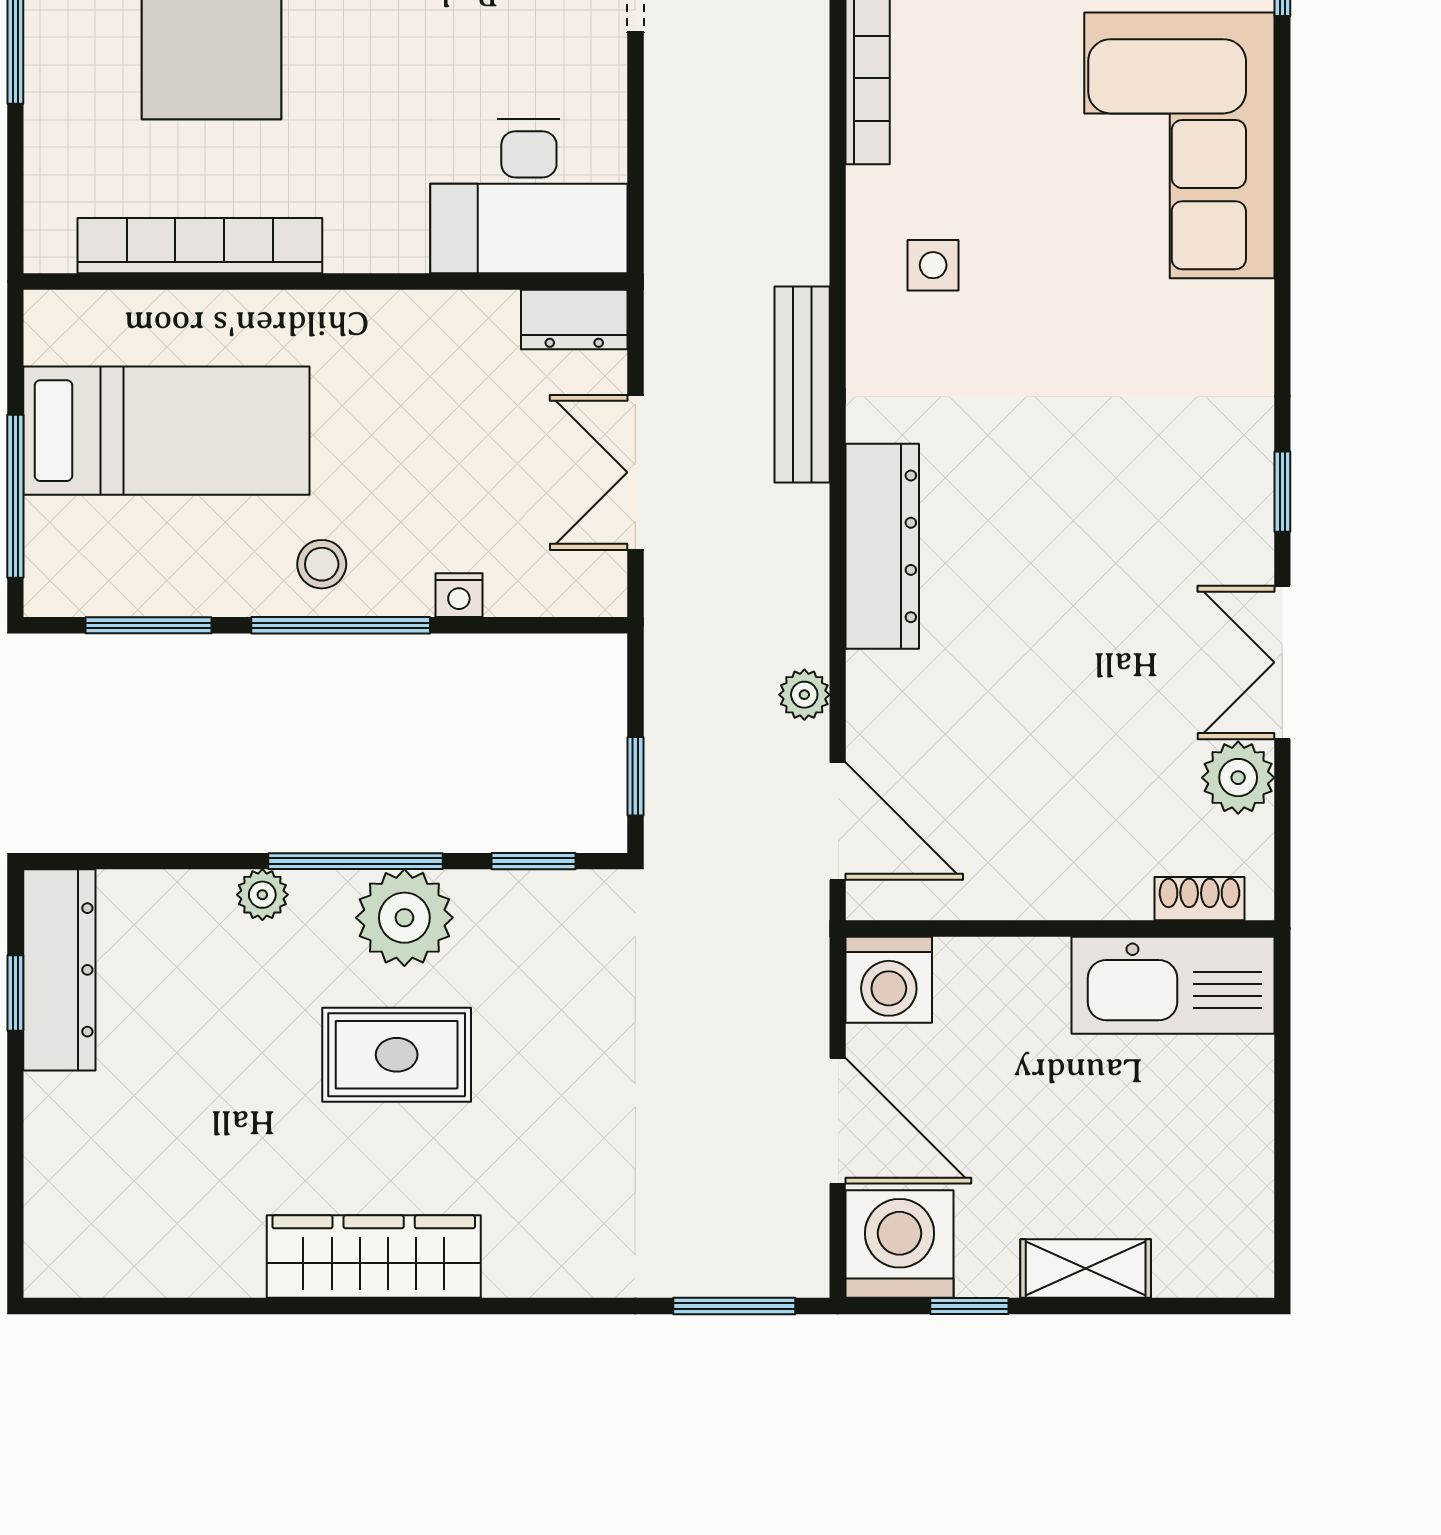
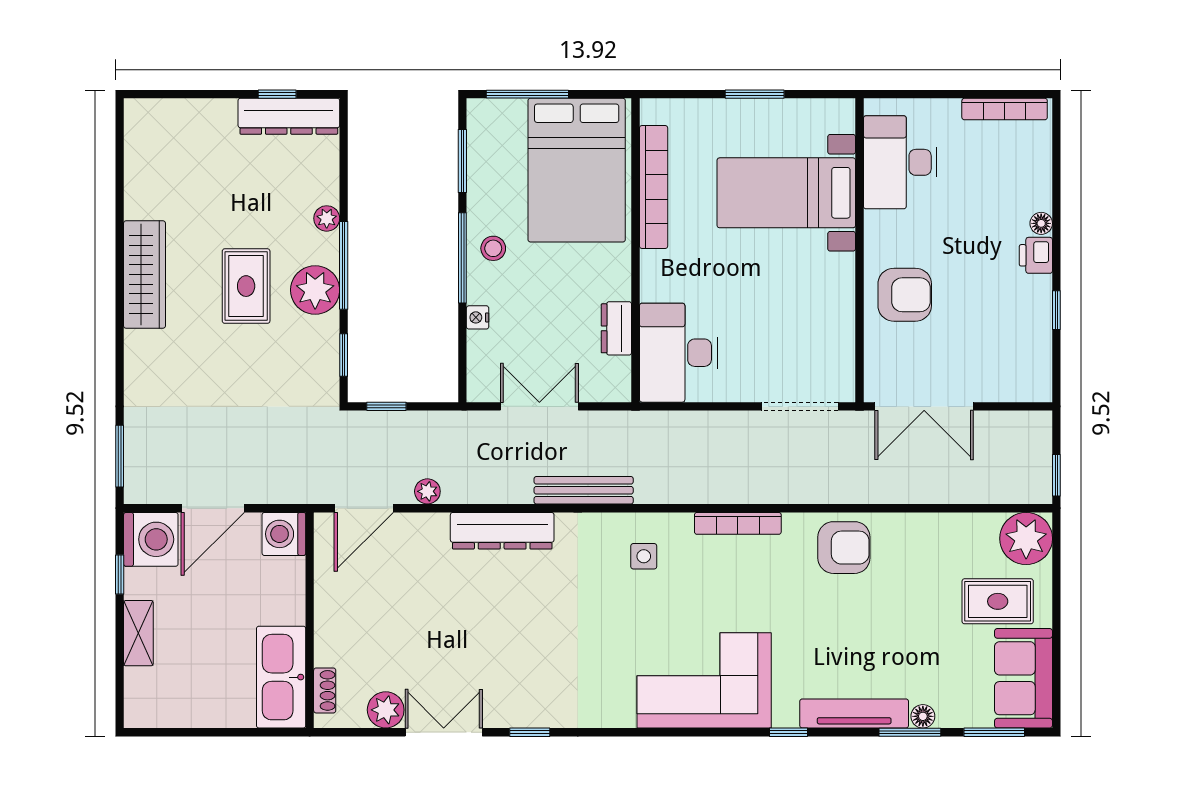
dresser: (574, 320) -> (616, 328), moved
bed: (166, 431) -> (577, 170), width x1.50

